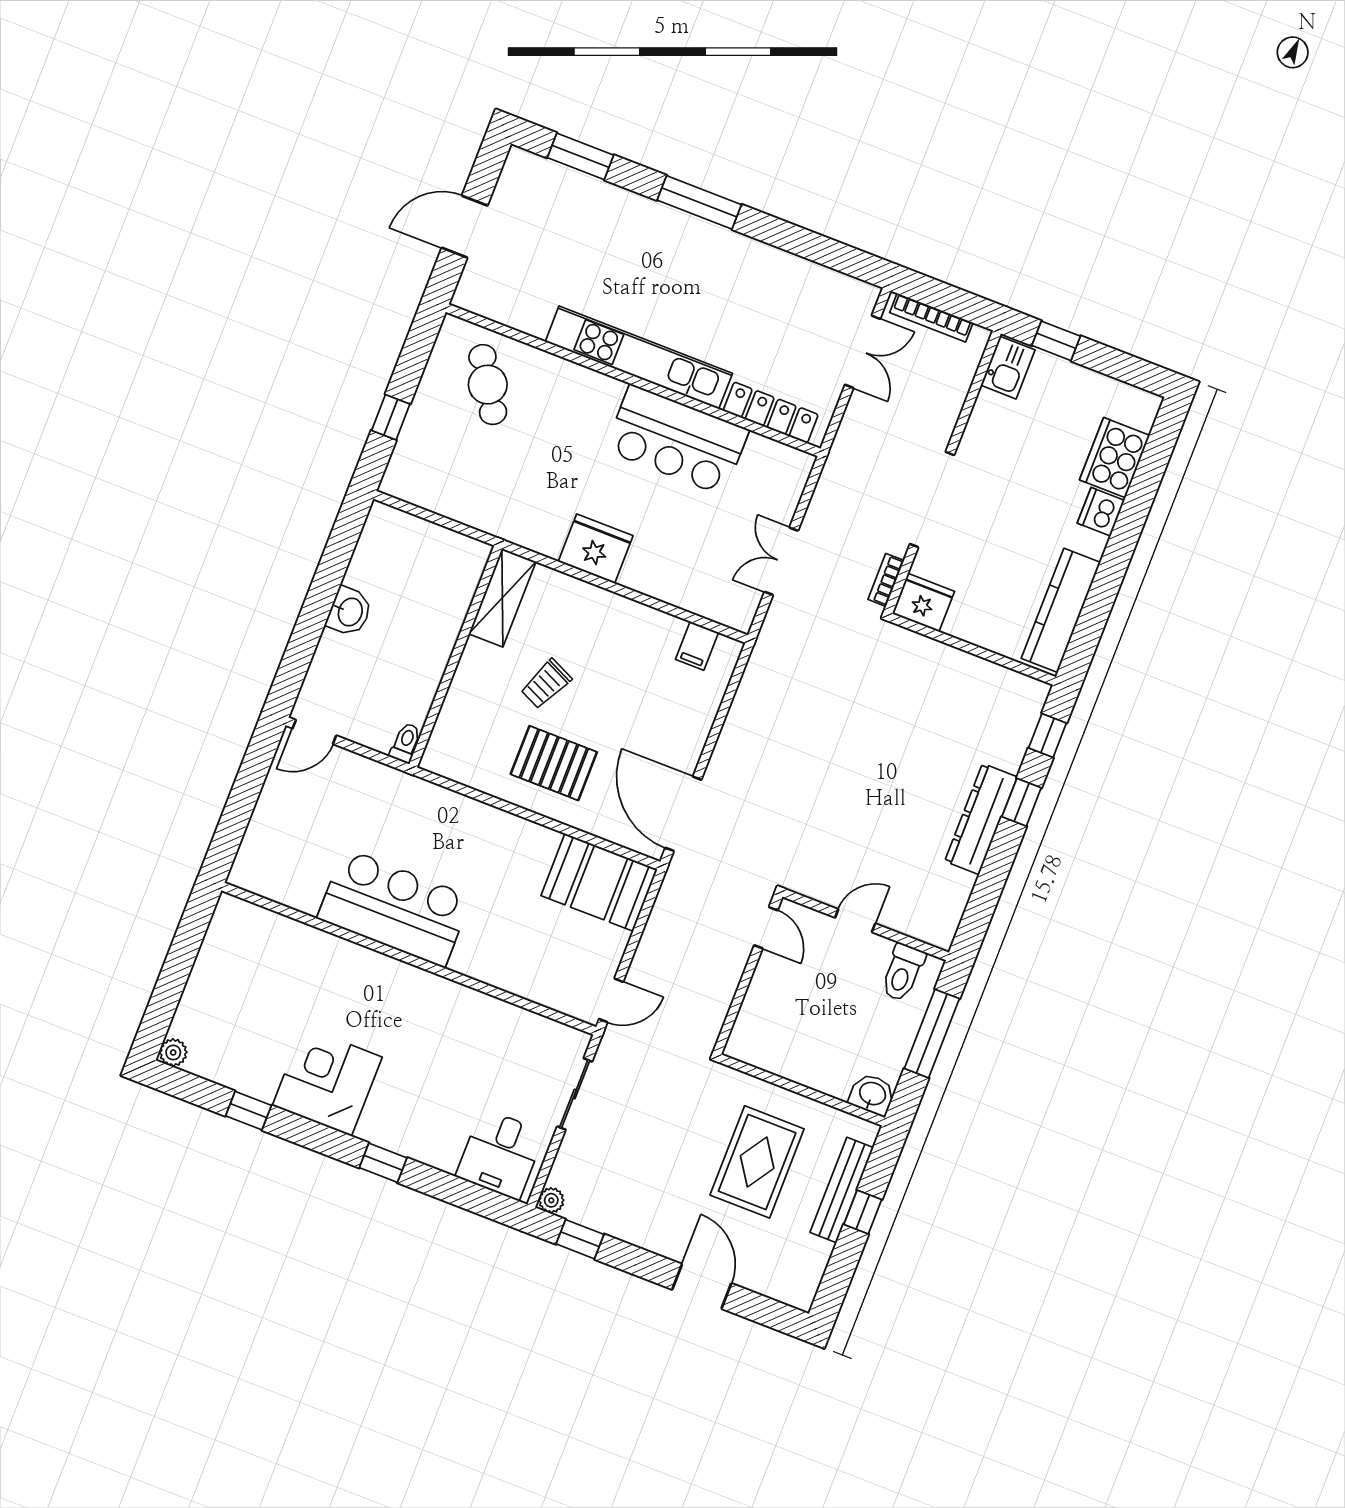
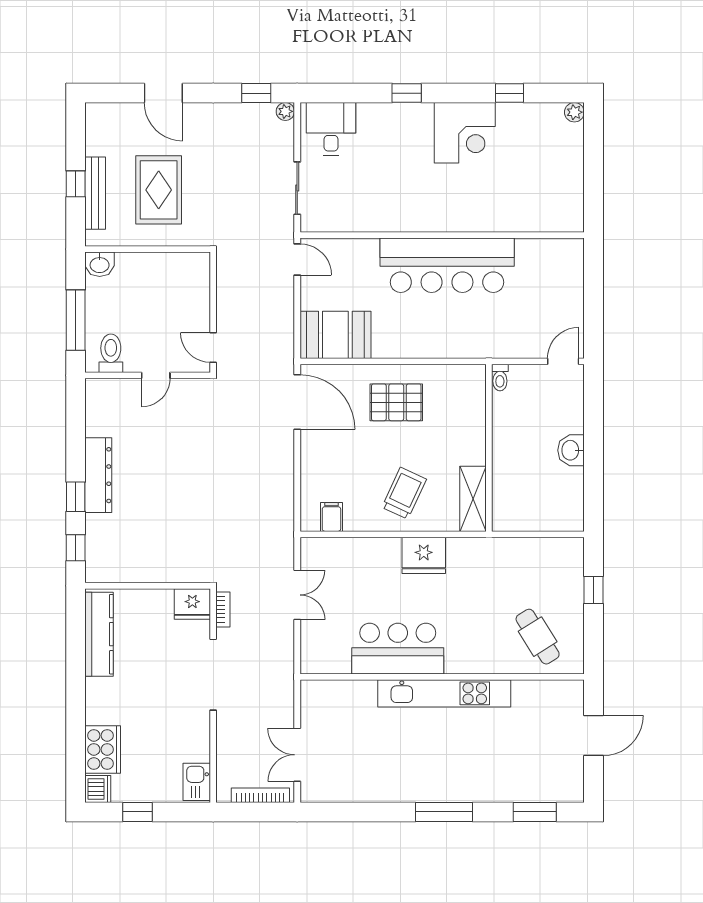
window: (1056, 341) -> (138, 812), moved
locker: (771, 413) -> (343, 691), removed
dishwasher: (1101, 512) -> (98, 789), moved
trolley: (546, 684) -> (404, 493), moved, width x1.36, depth x1.39
bar counter: (394, 908) -> (447, 265), width x1.36
door: (611, 1000) -> (297, 259), swing flipped

